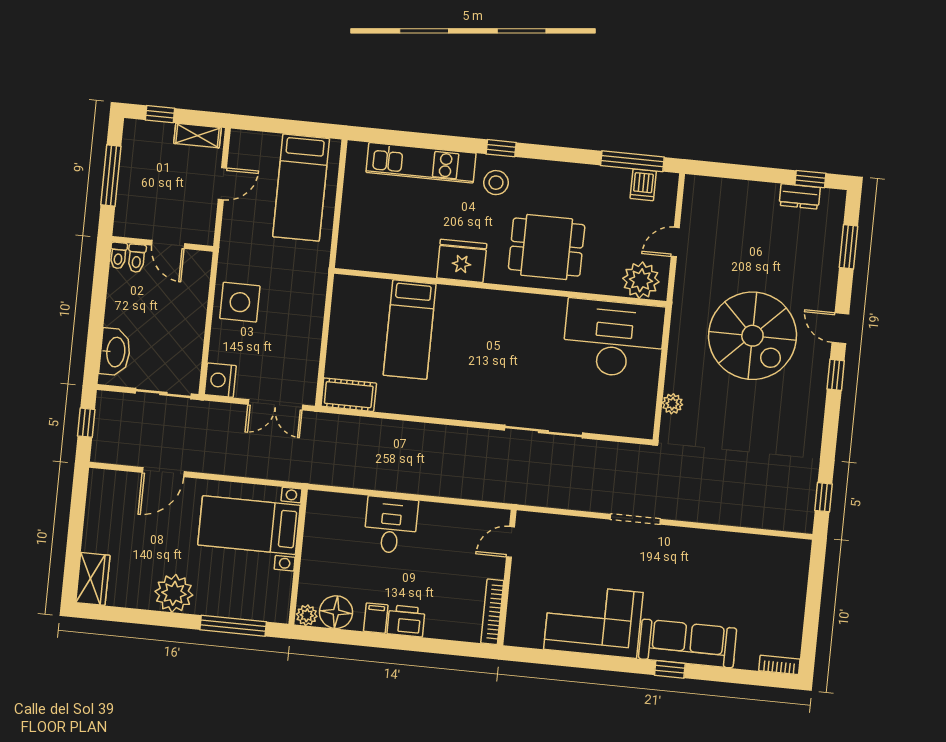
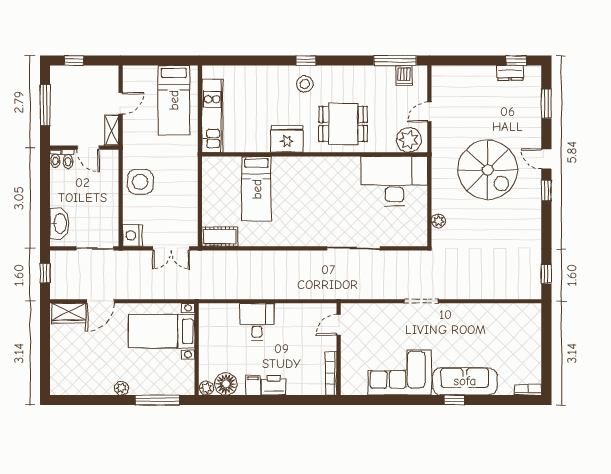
shelving: (197, 135) -> (112, 130), moved, turned 90
kitchen unit: (421, 163) -> (212, 116), moved, turned -90
wardrobe: (93, 579) -> (69, 313), moved, turned 90
plant: (174, 593) -> (121, 388), width x0.53, depth x0.53

